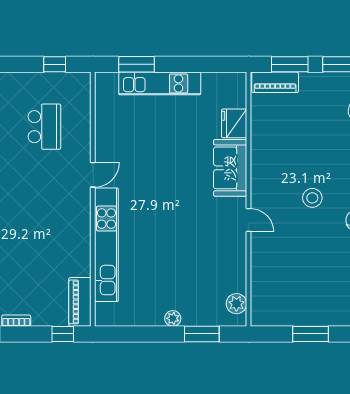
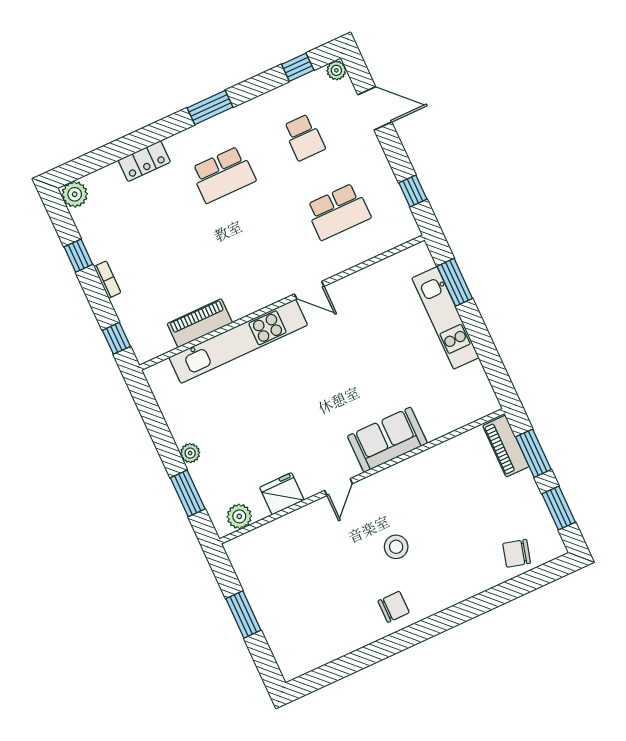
fridge: (234, 123) -> (282, 494), moved
piano: (80, 302) -> (200, 323), moved

